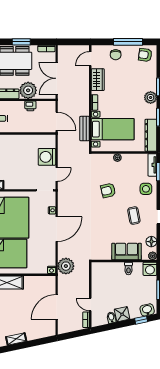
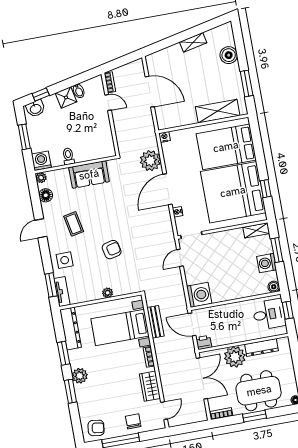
printer: (30, 106) -> (204, 342), moved
washing machine: (47, 157) -> (199, 295), moved
sofa: (127, 252) -> (89, 175), moved
plant: (66, 266) -> (150, 161), moved
door: (57, 307) -> (150, 92), hinge flipped

